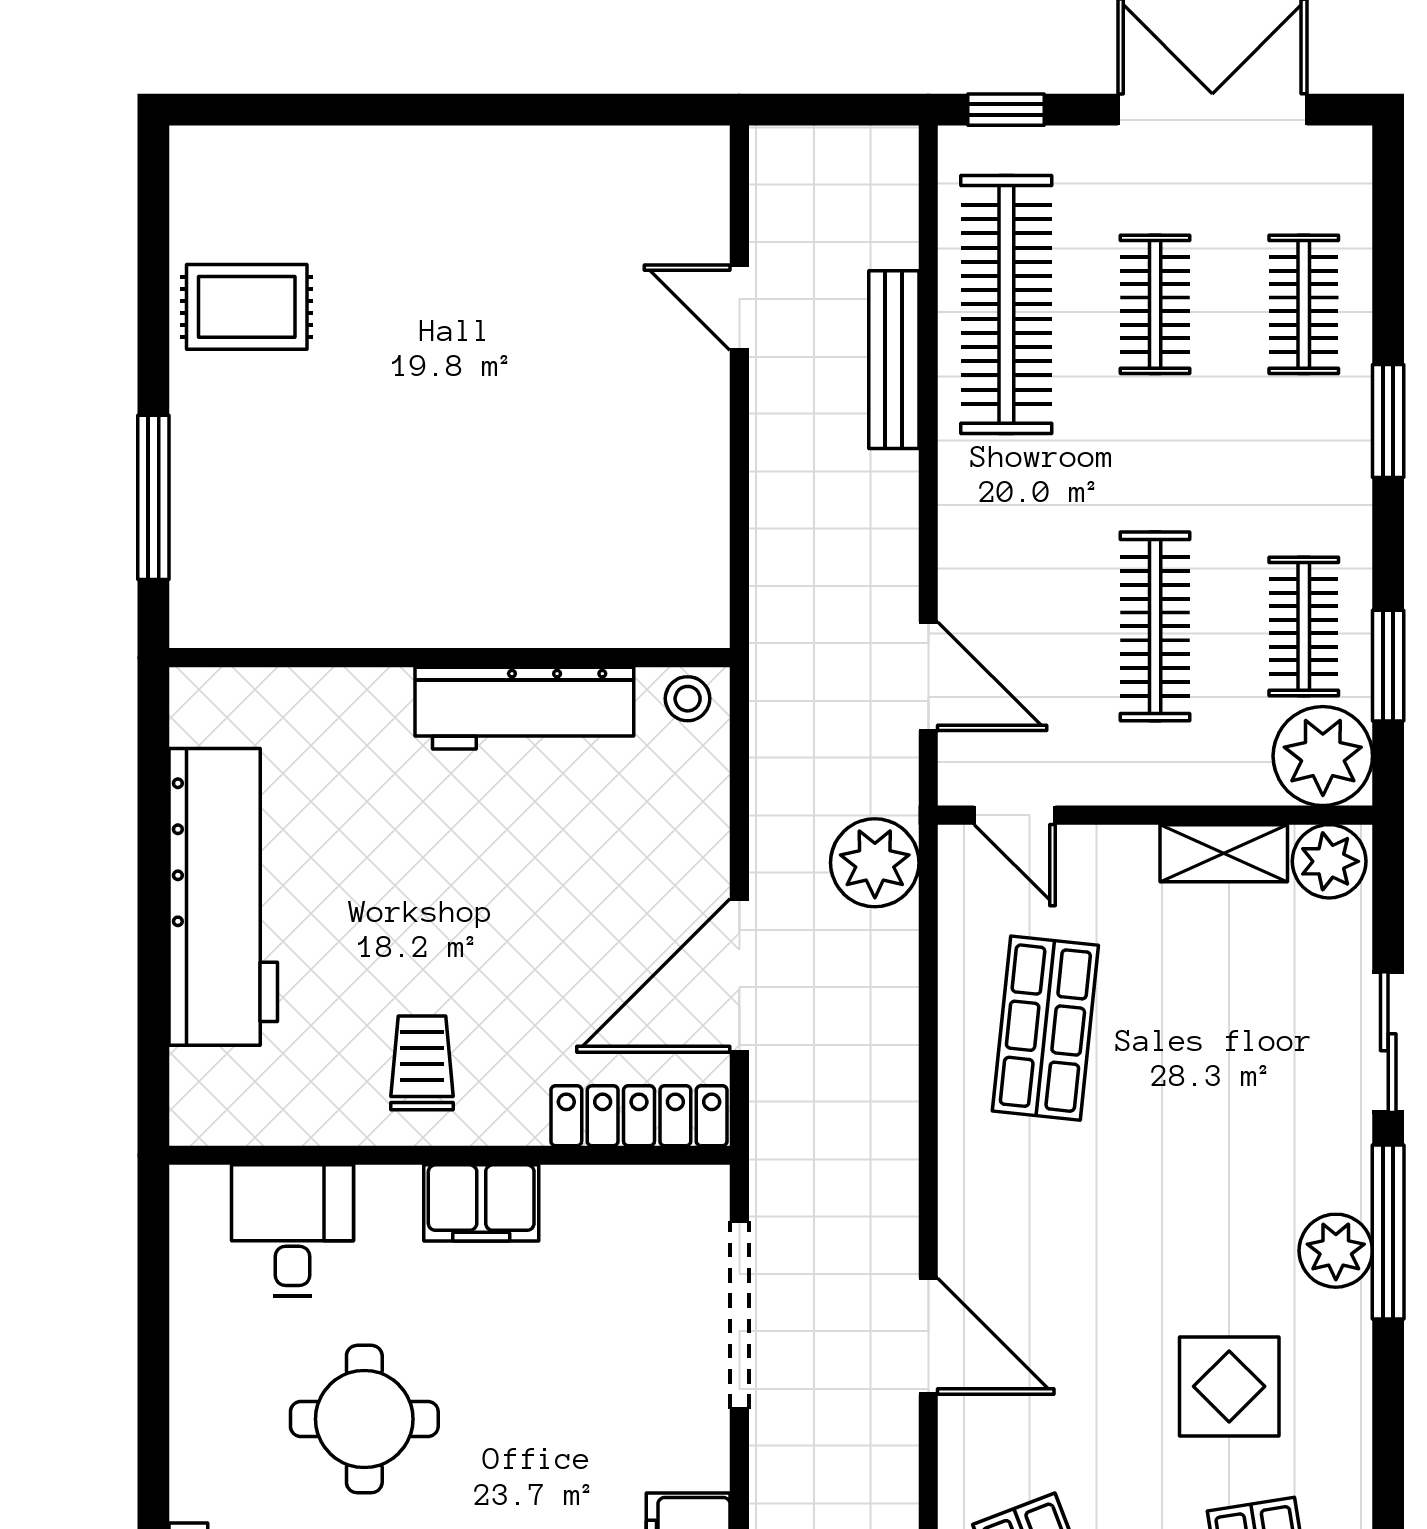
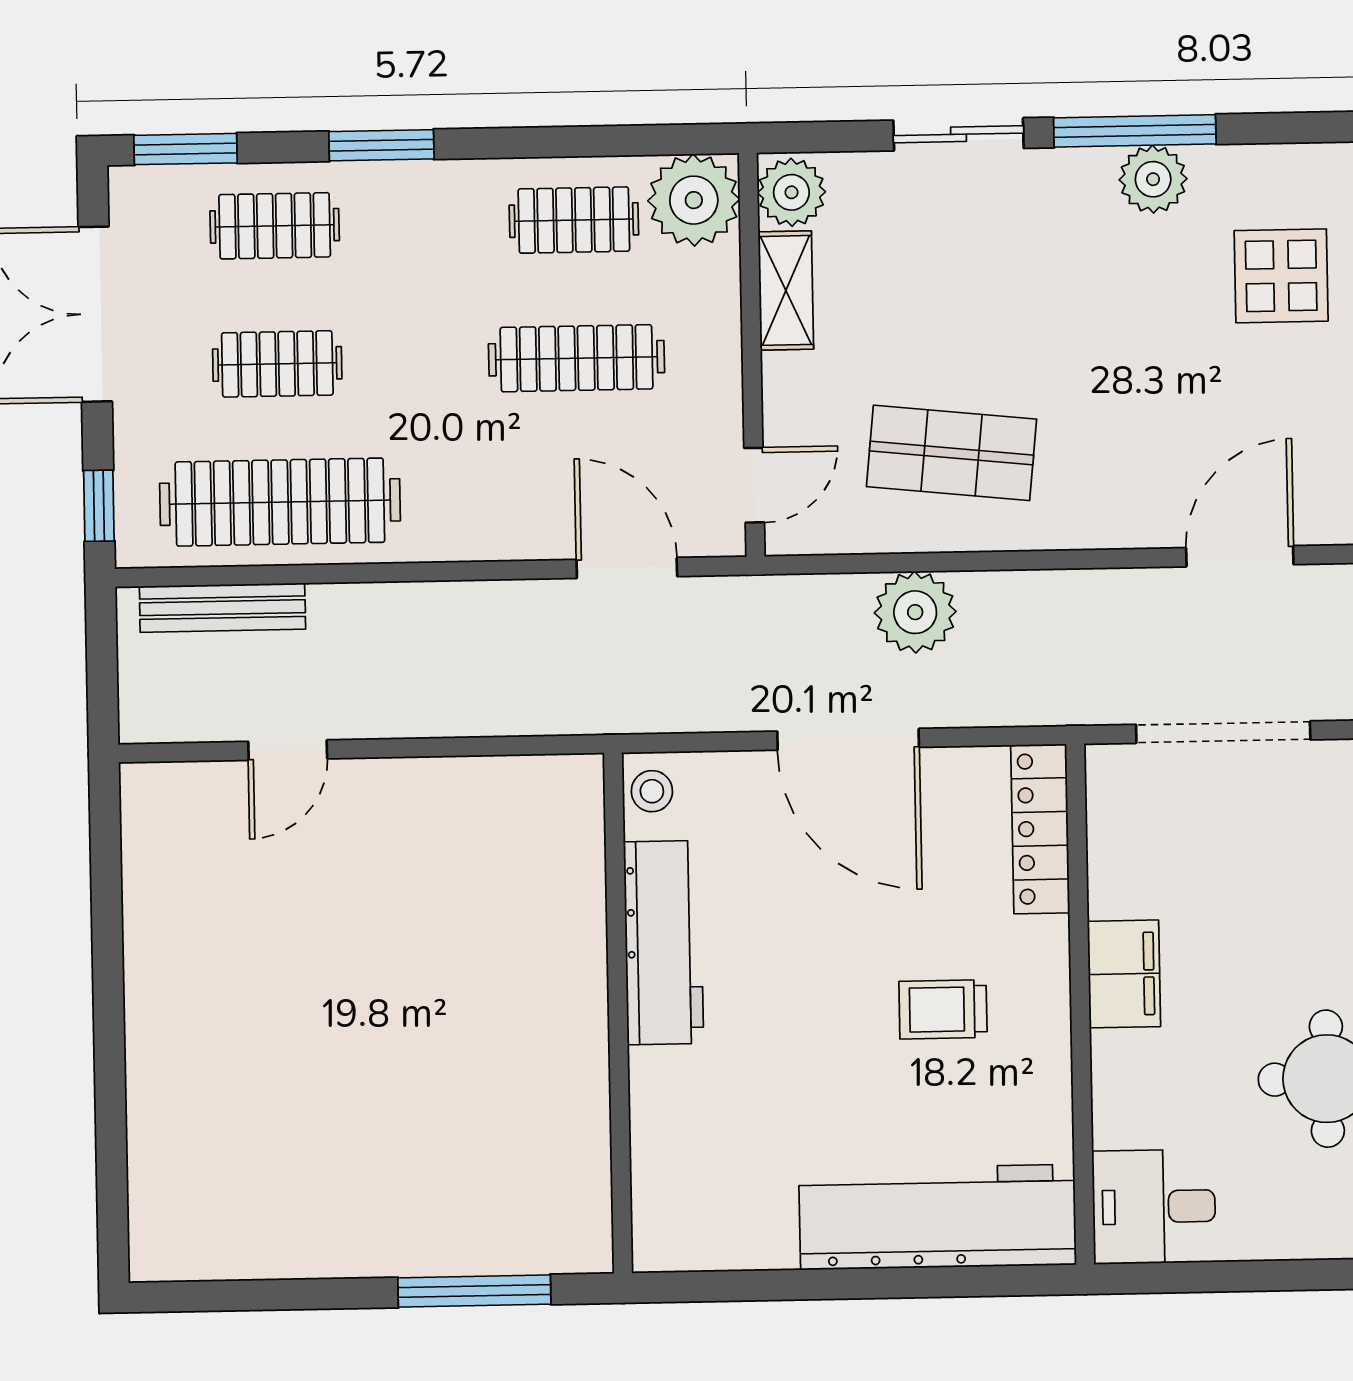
rug: (247, 307) -> (296, 1208), removed
bench: (894, 360) -> (222, 608), moved
window: (1388, 666) -> (186, 149), moved
door: (928, 676) -> (627, 568), hinge flipped
plant: (875, 863) -> (915, 612), moved
workbench: (223, 897) -> (938, 1217), moved
door: (739, 975) -> (848, 739), moved
trolley: (422, 1063) -> (943, 1009), moved
desk: (292, 1230) -> (1154, 1207), moved

